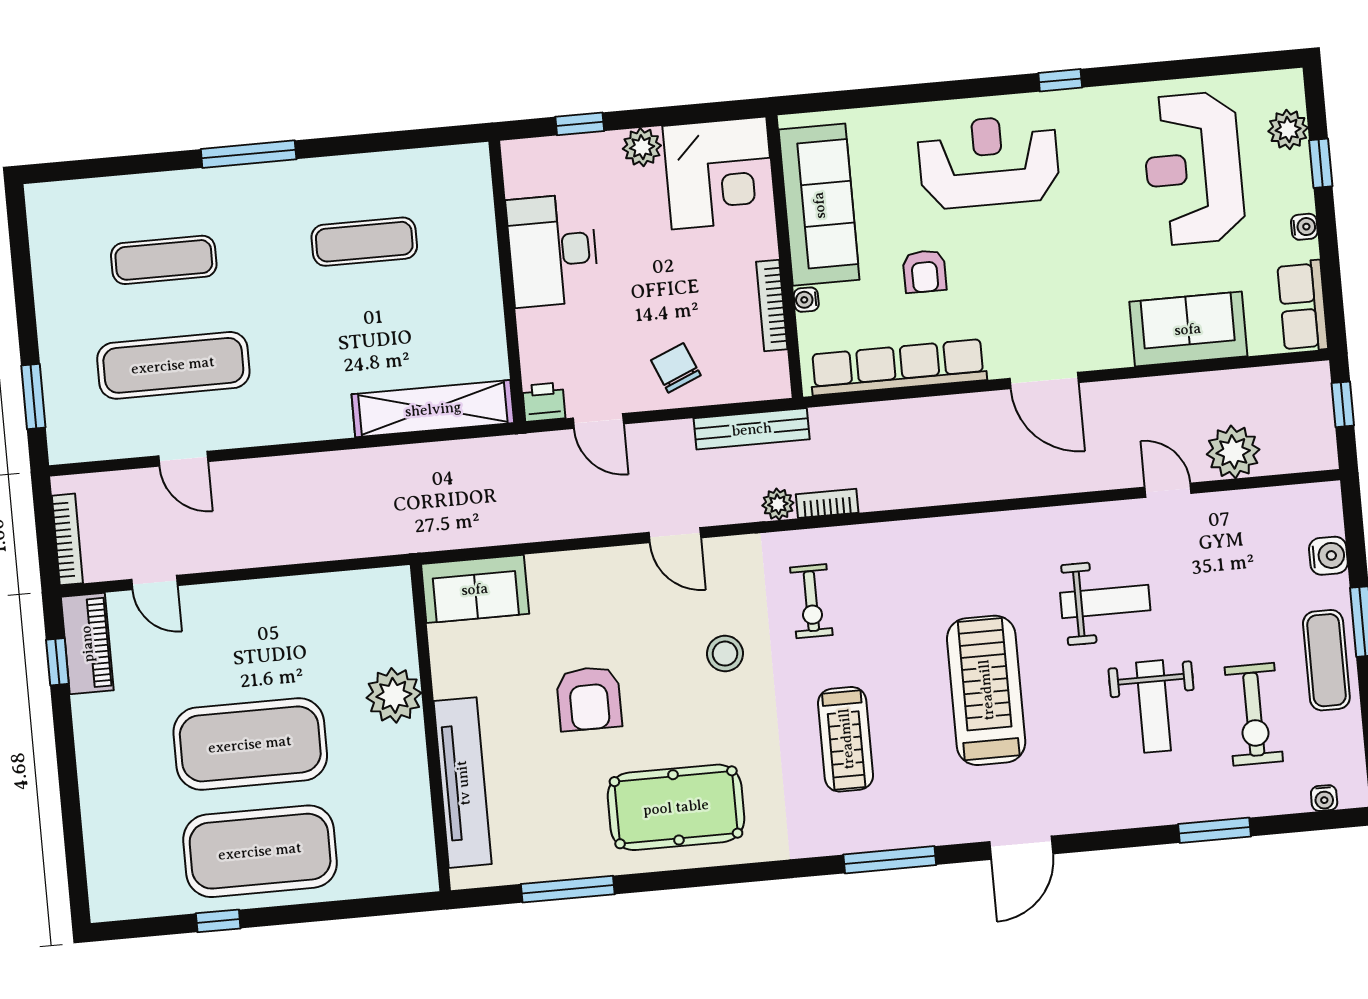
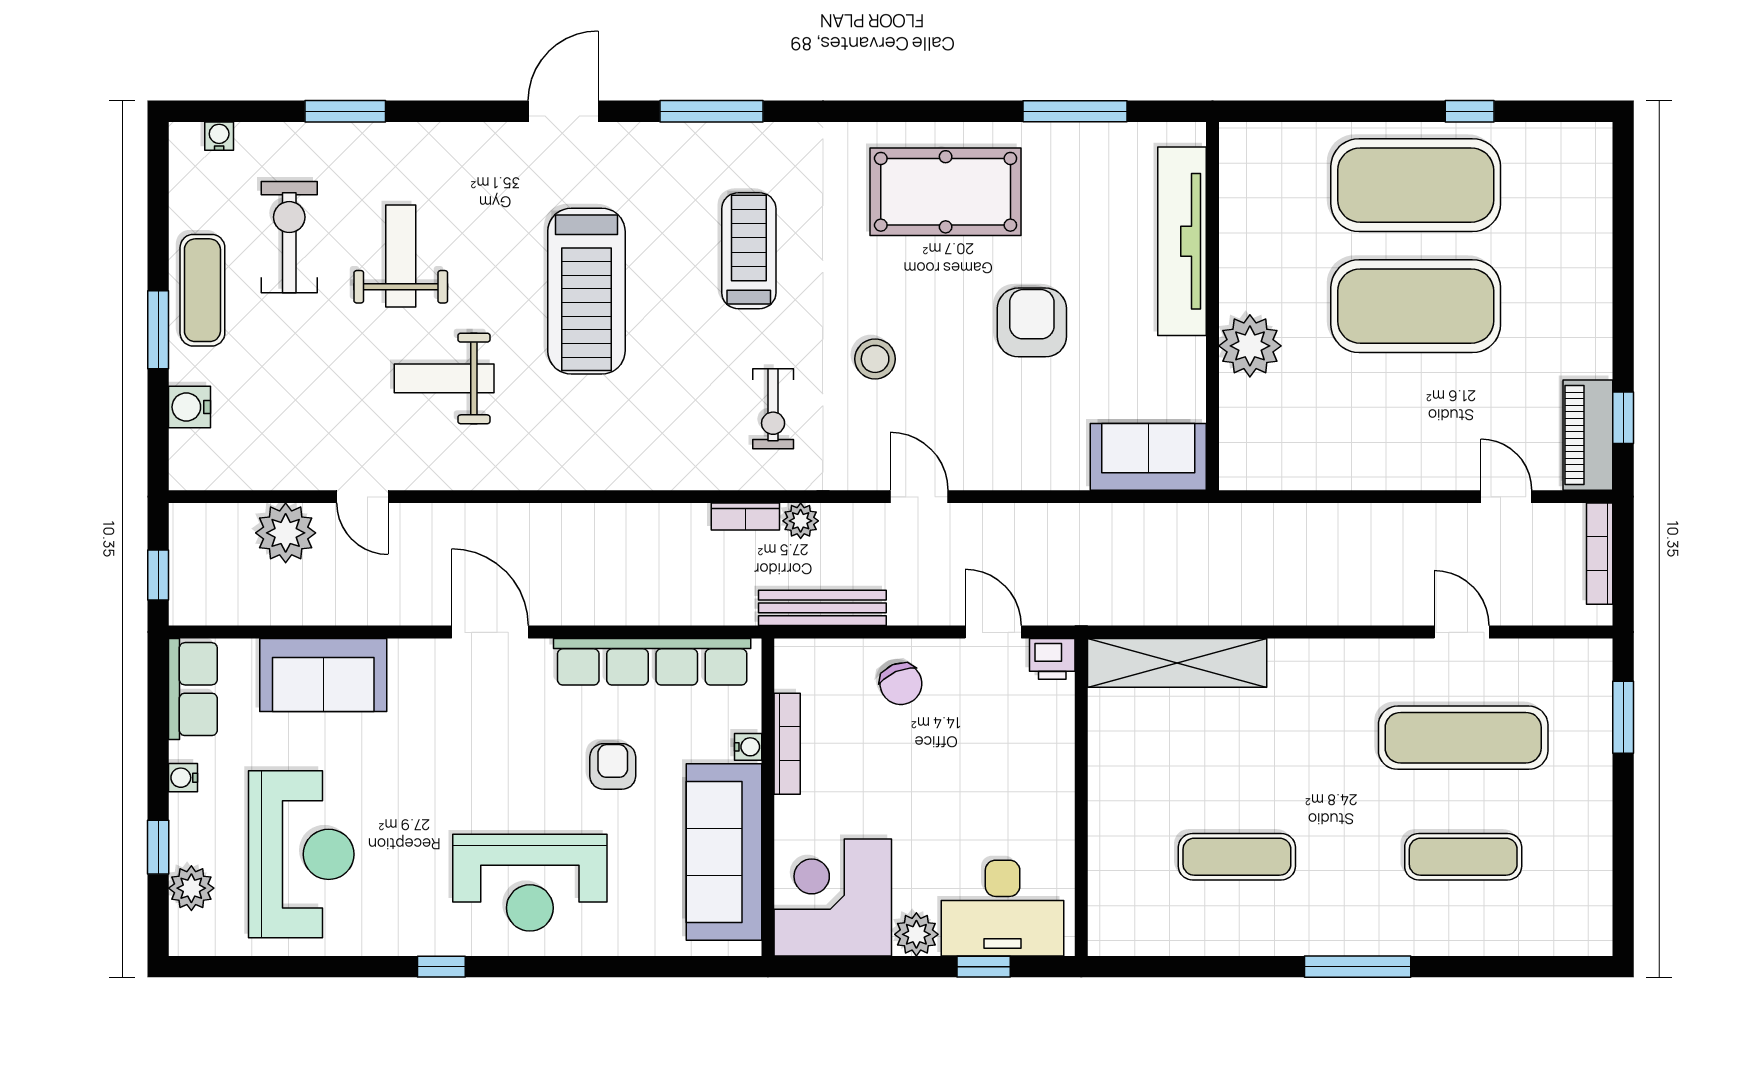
desk: (553, 250) -> (1003, 908), moved, turned 90
exercise bike: (811, 601) -> (773, 409), turned 180

